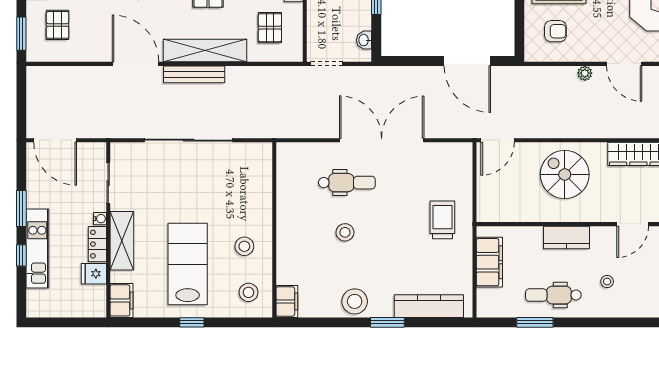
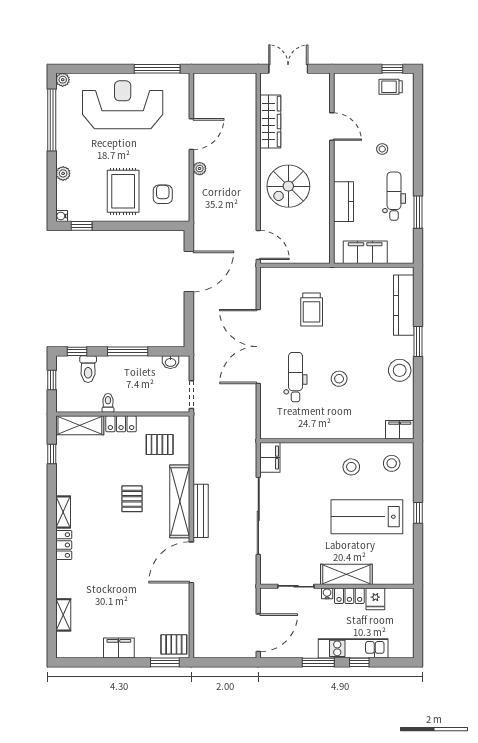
pallet: (58, 25) -> (174, 644), moved
trolley: (442, 220) -> (312, 310), moved, turned -90
kitchen counter: (567, 237) -> (344, 202), moved
dental chair: (553, 295) -> (394, 196), turned 180
filing cabinet: (122, 300) -> (270, 457), moved, turned 90

